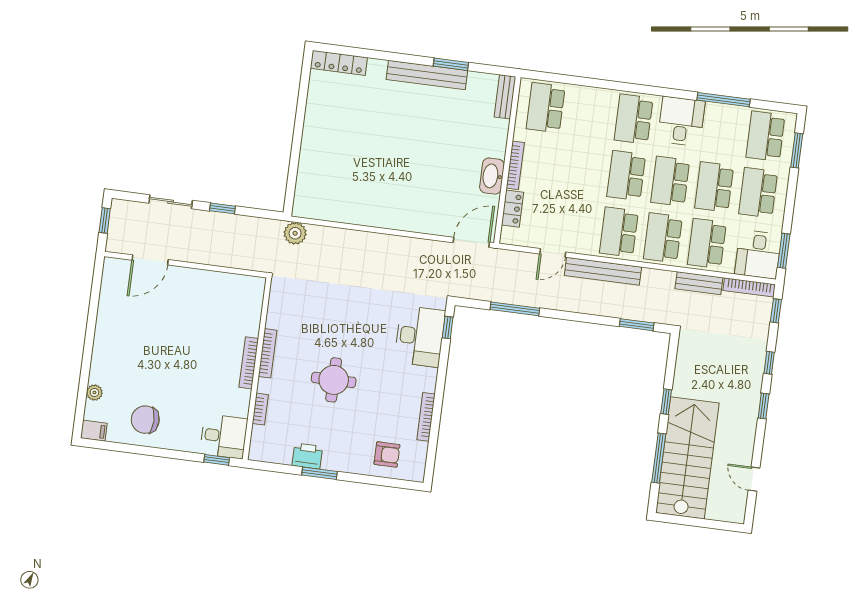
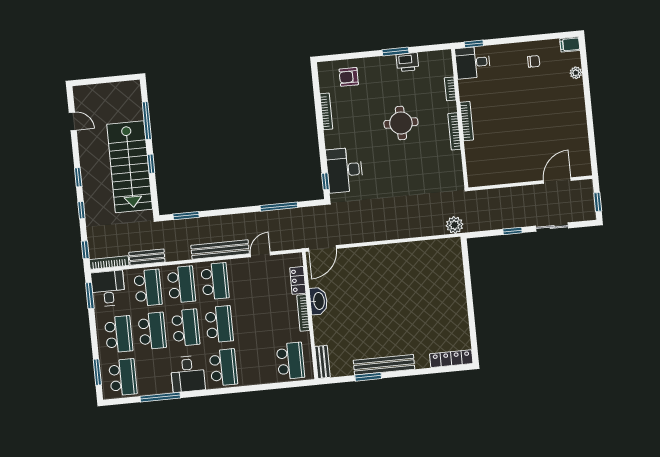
chair: (145, 420) -> (534, 61), width x0.54, depth x0.54
stairs: (687, 458) -> (130, 167), moved

